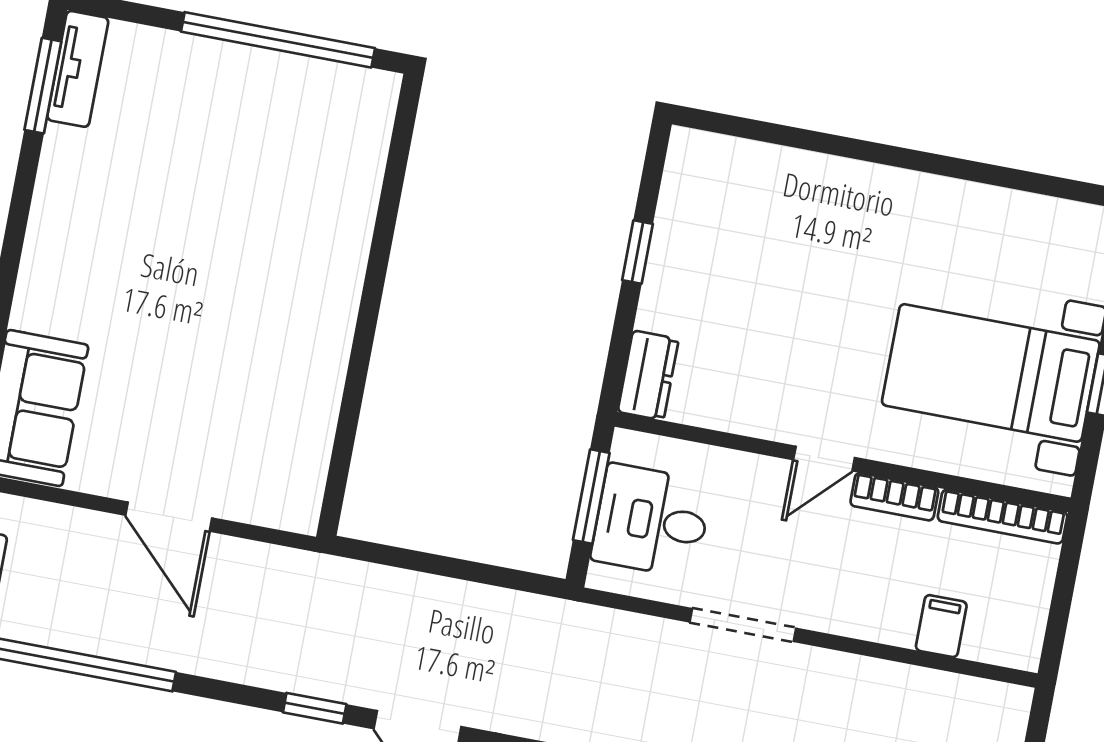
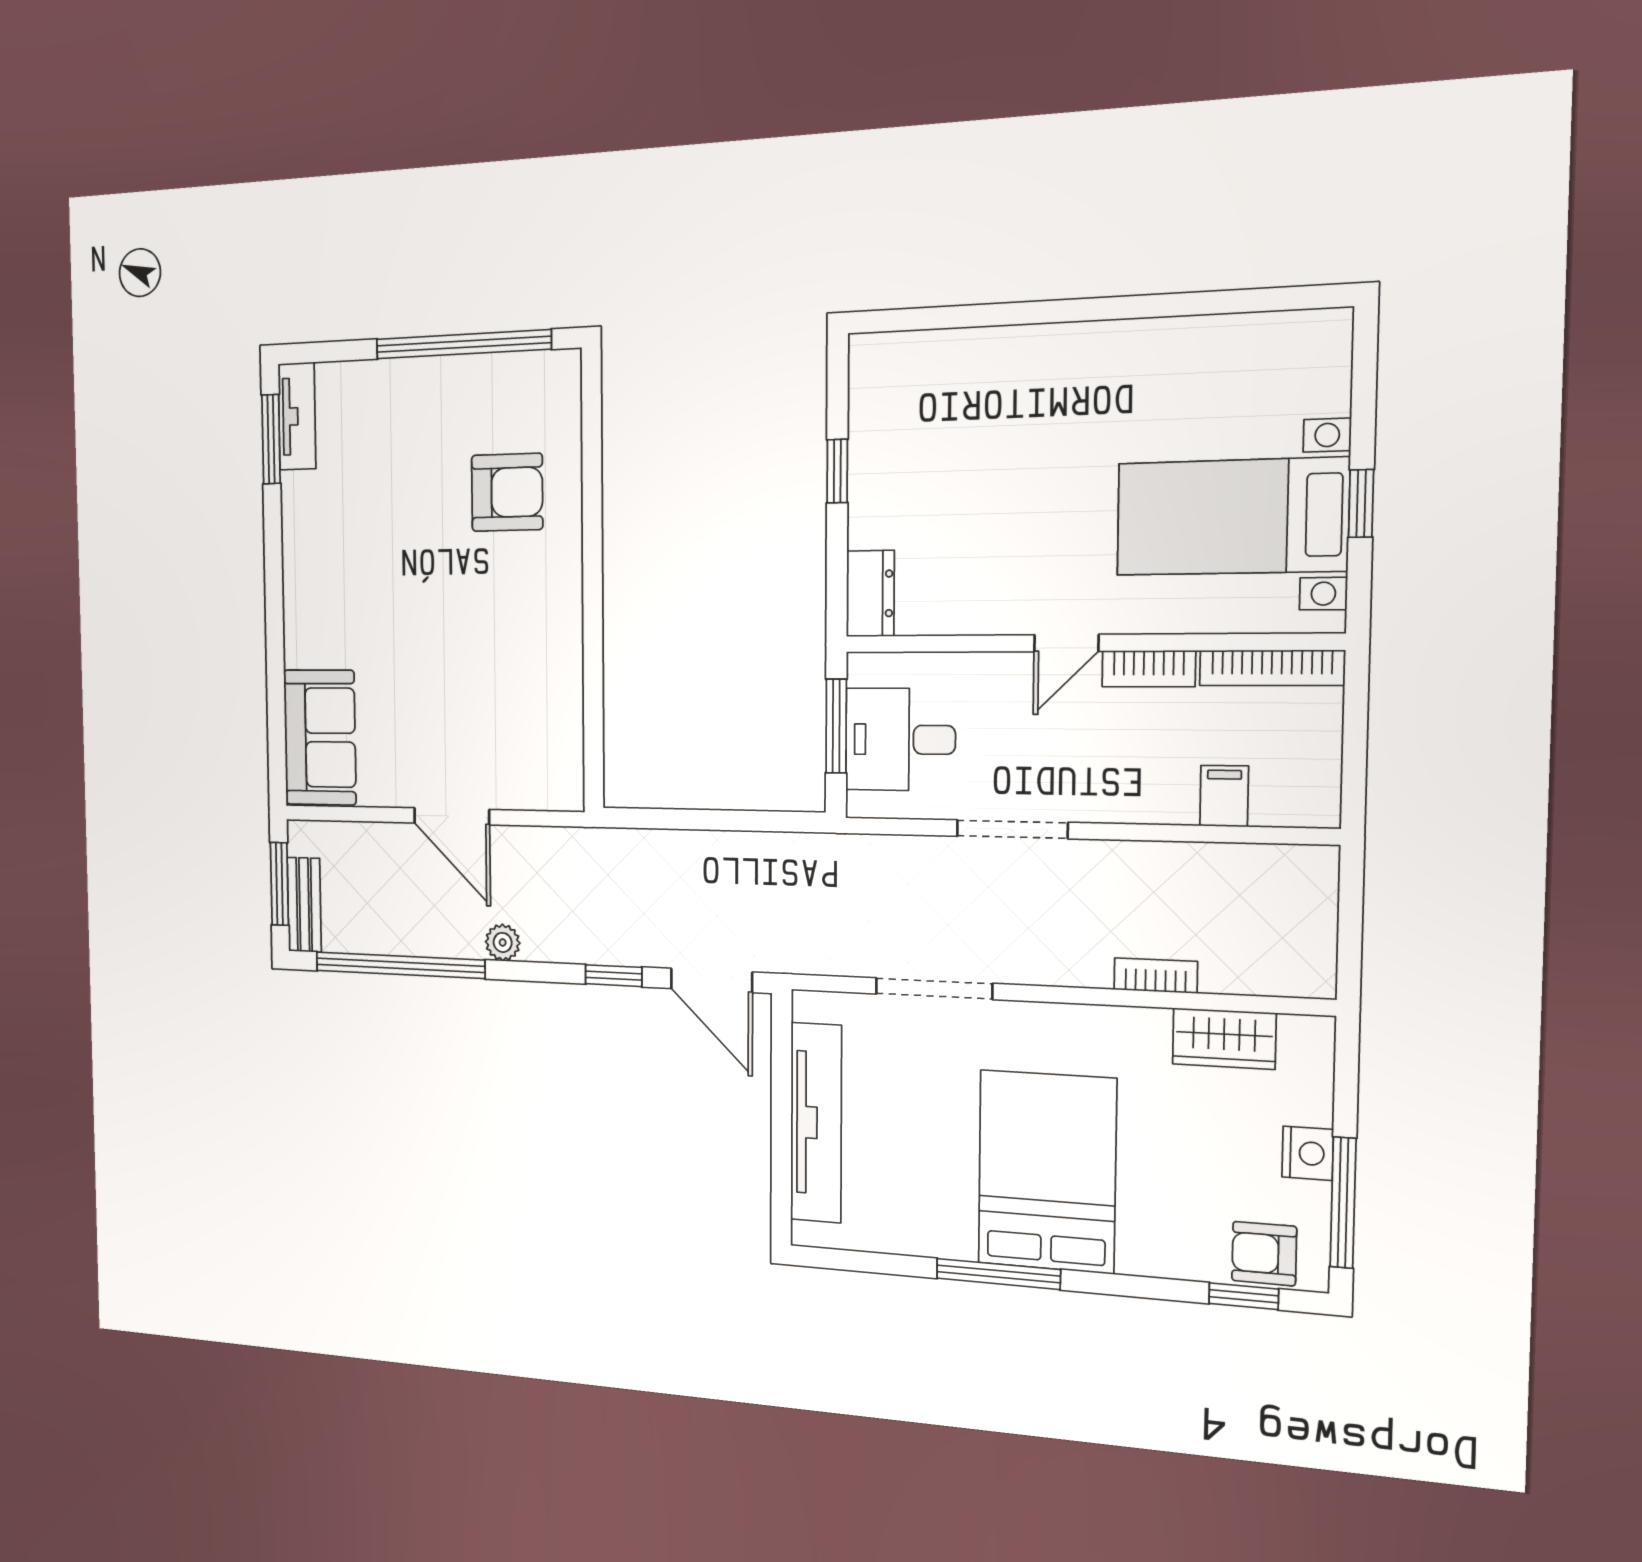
armchair: (296, 198) -> (507, 492), added
plant: (200, 657) -> (503, 942), added

